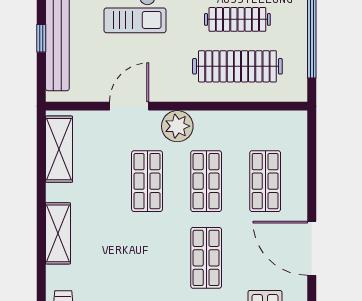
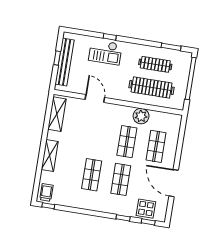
door: (129, 106) -> (95, 98), hinge flipped
plant: (177, 126) -> (141, 116), moved
shop shelf: (147, 181) -> (92, 175), moved

